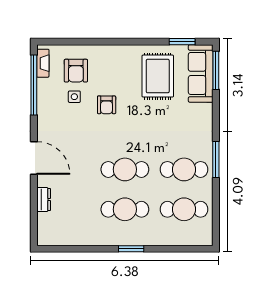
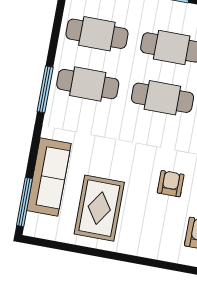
window: (182, 42) -> (60, 246), removed
sofa: (201, 73) -> (49, 177), moved

